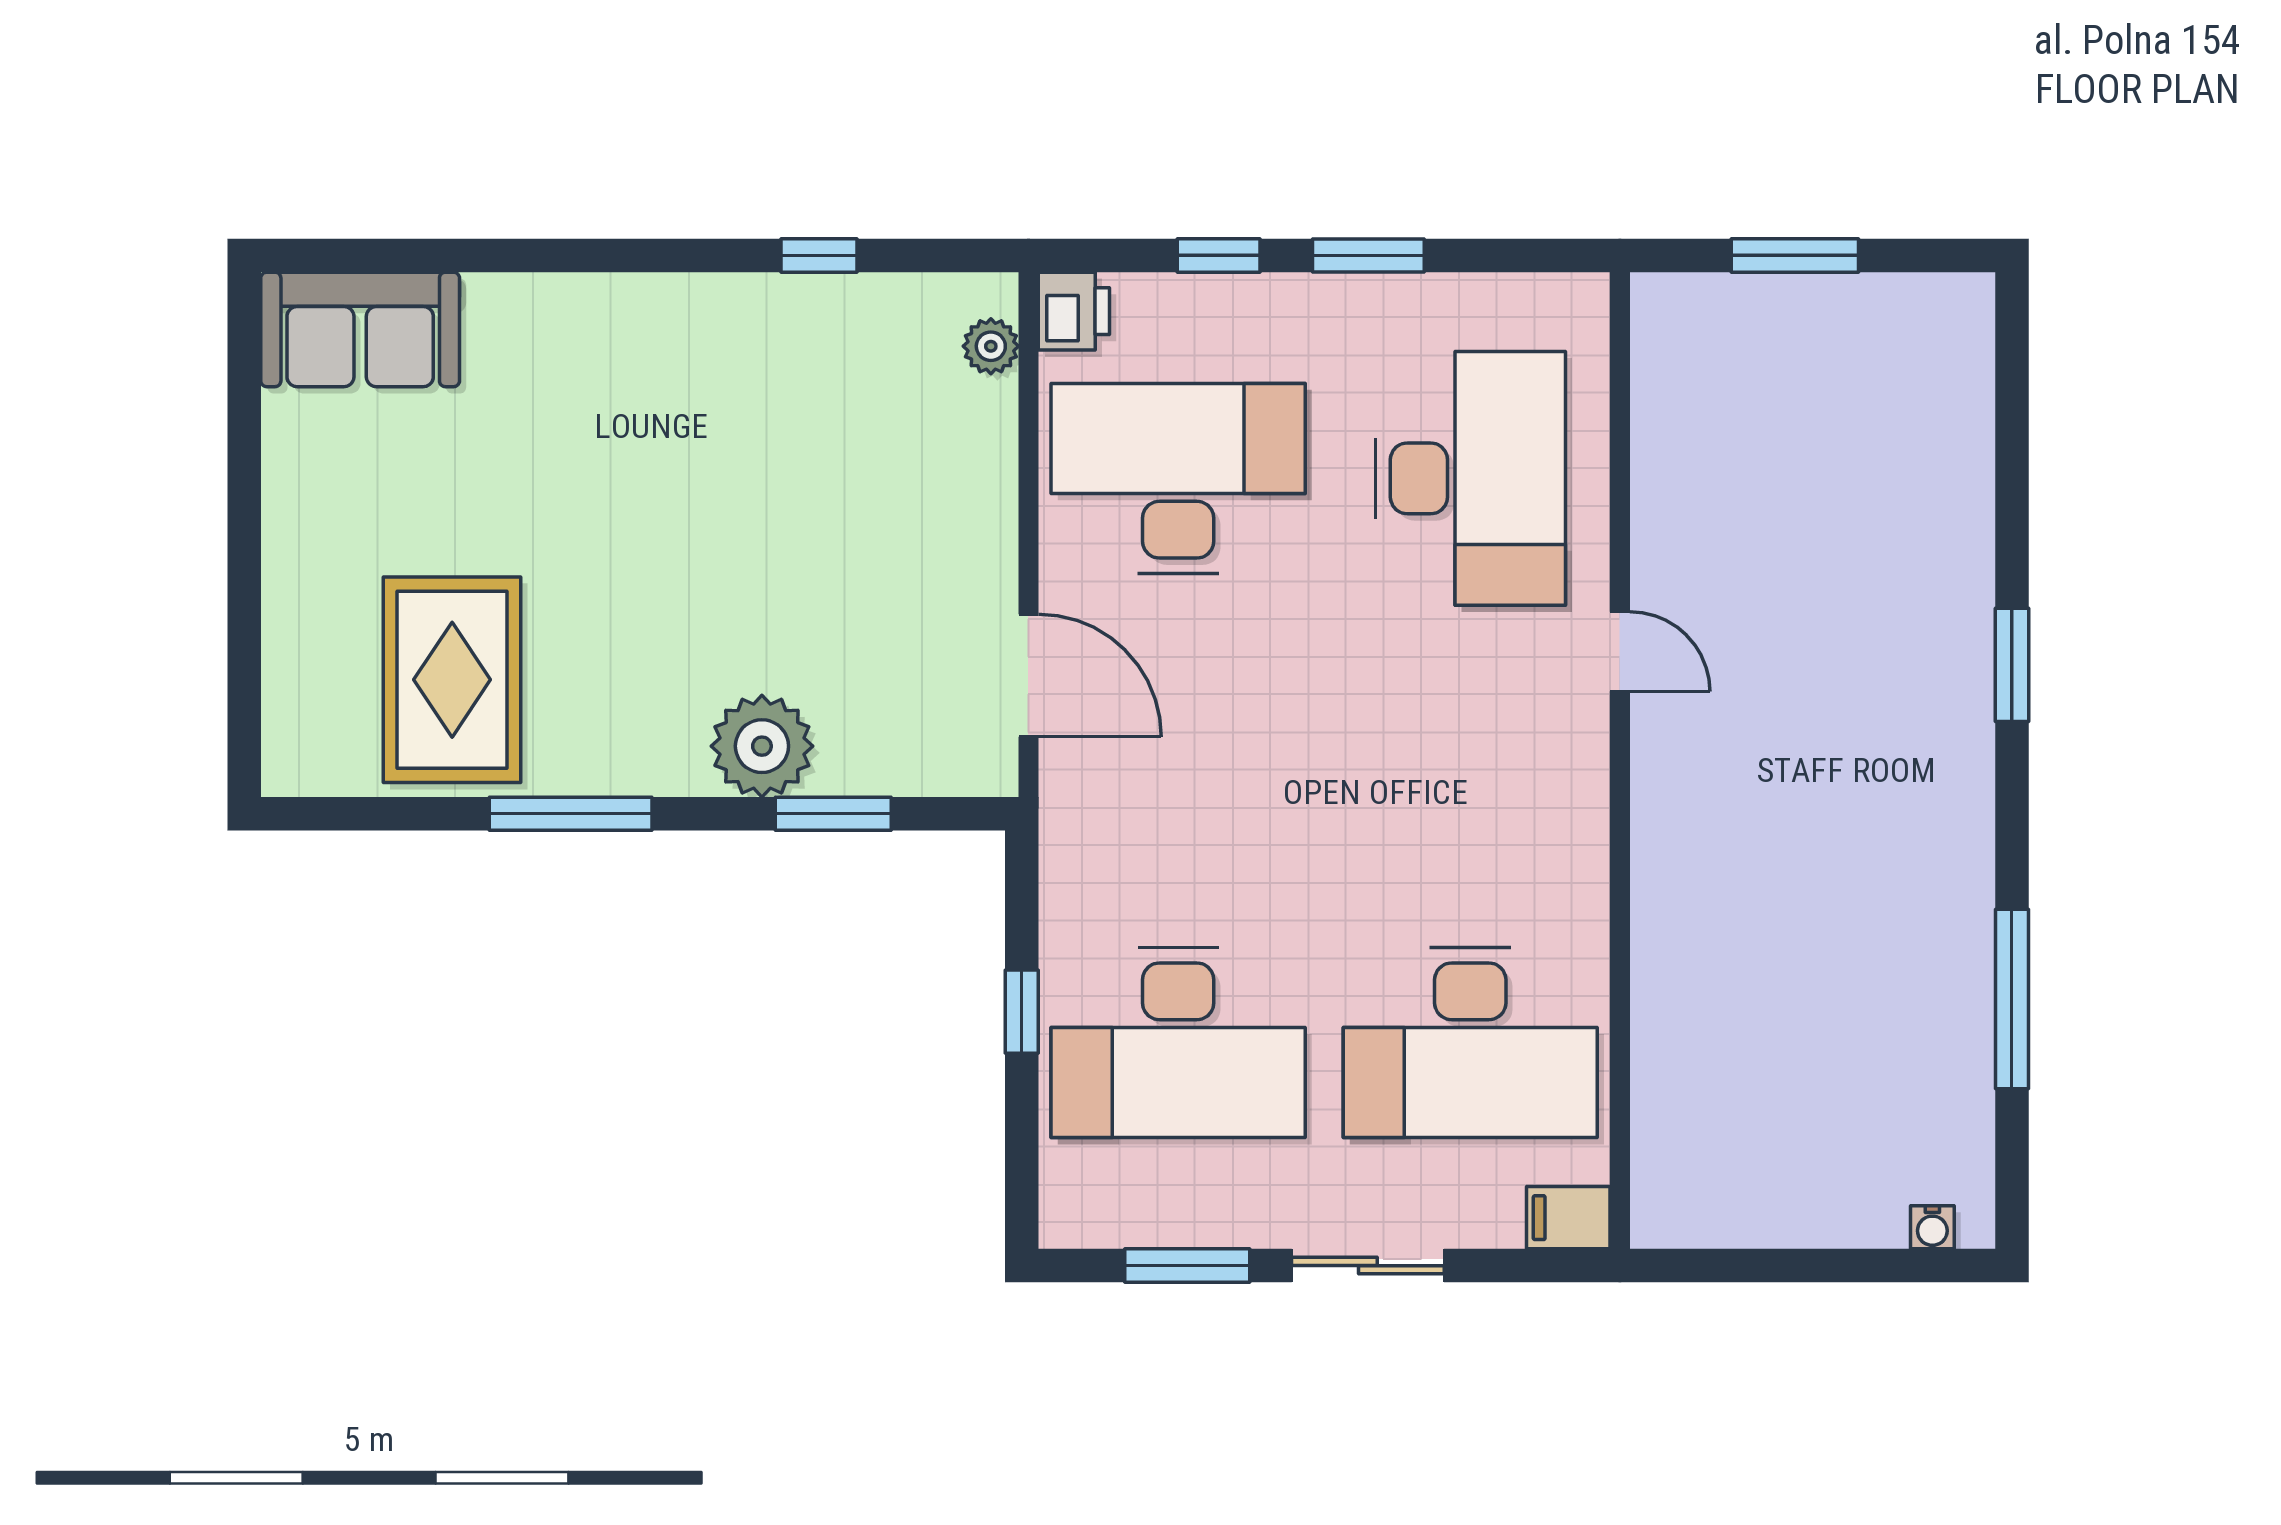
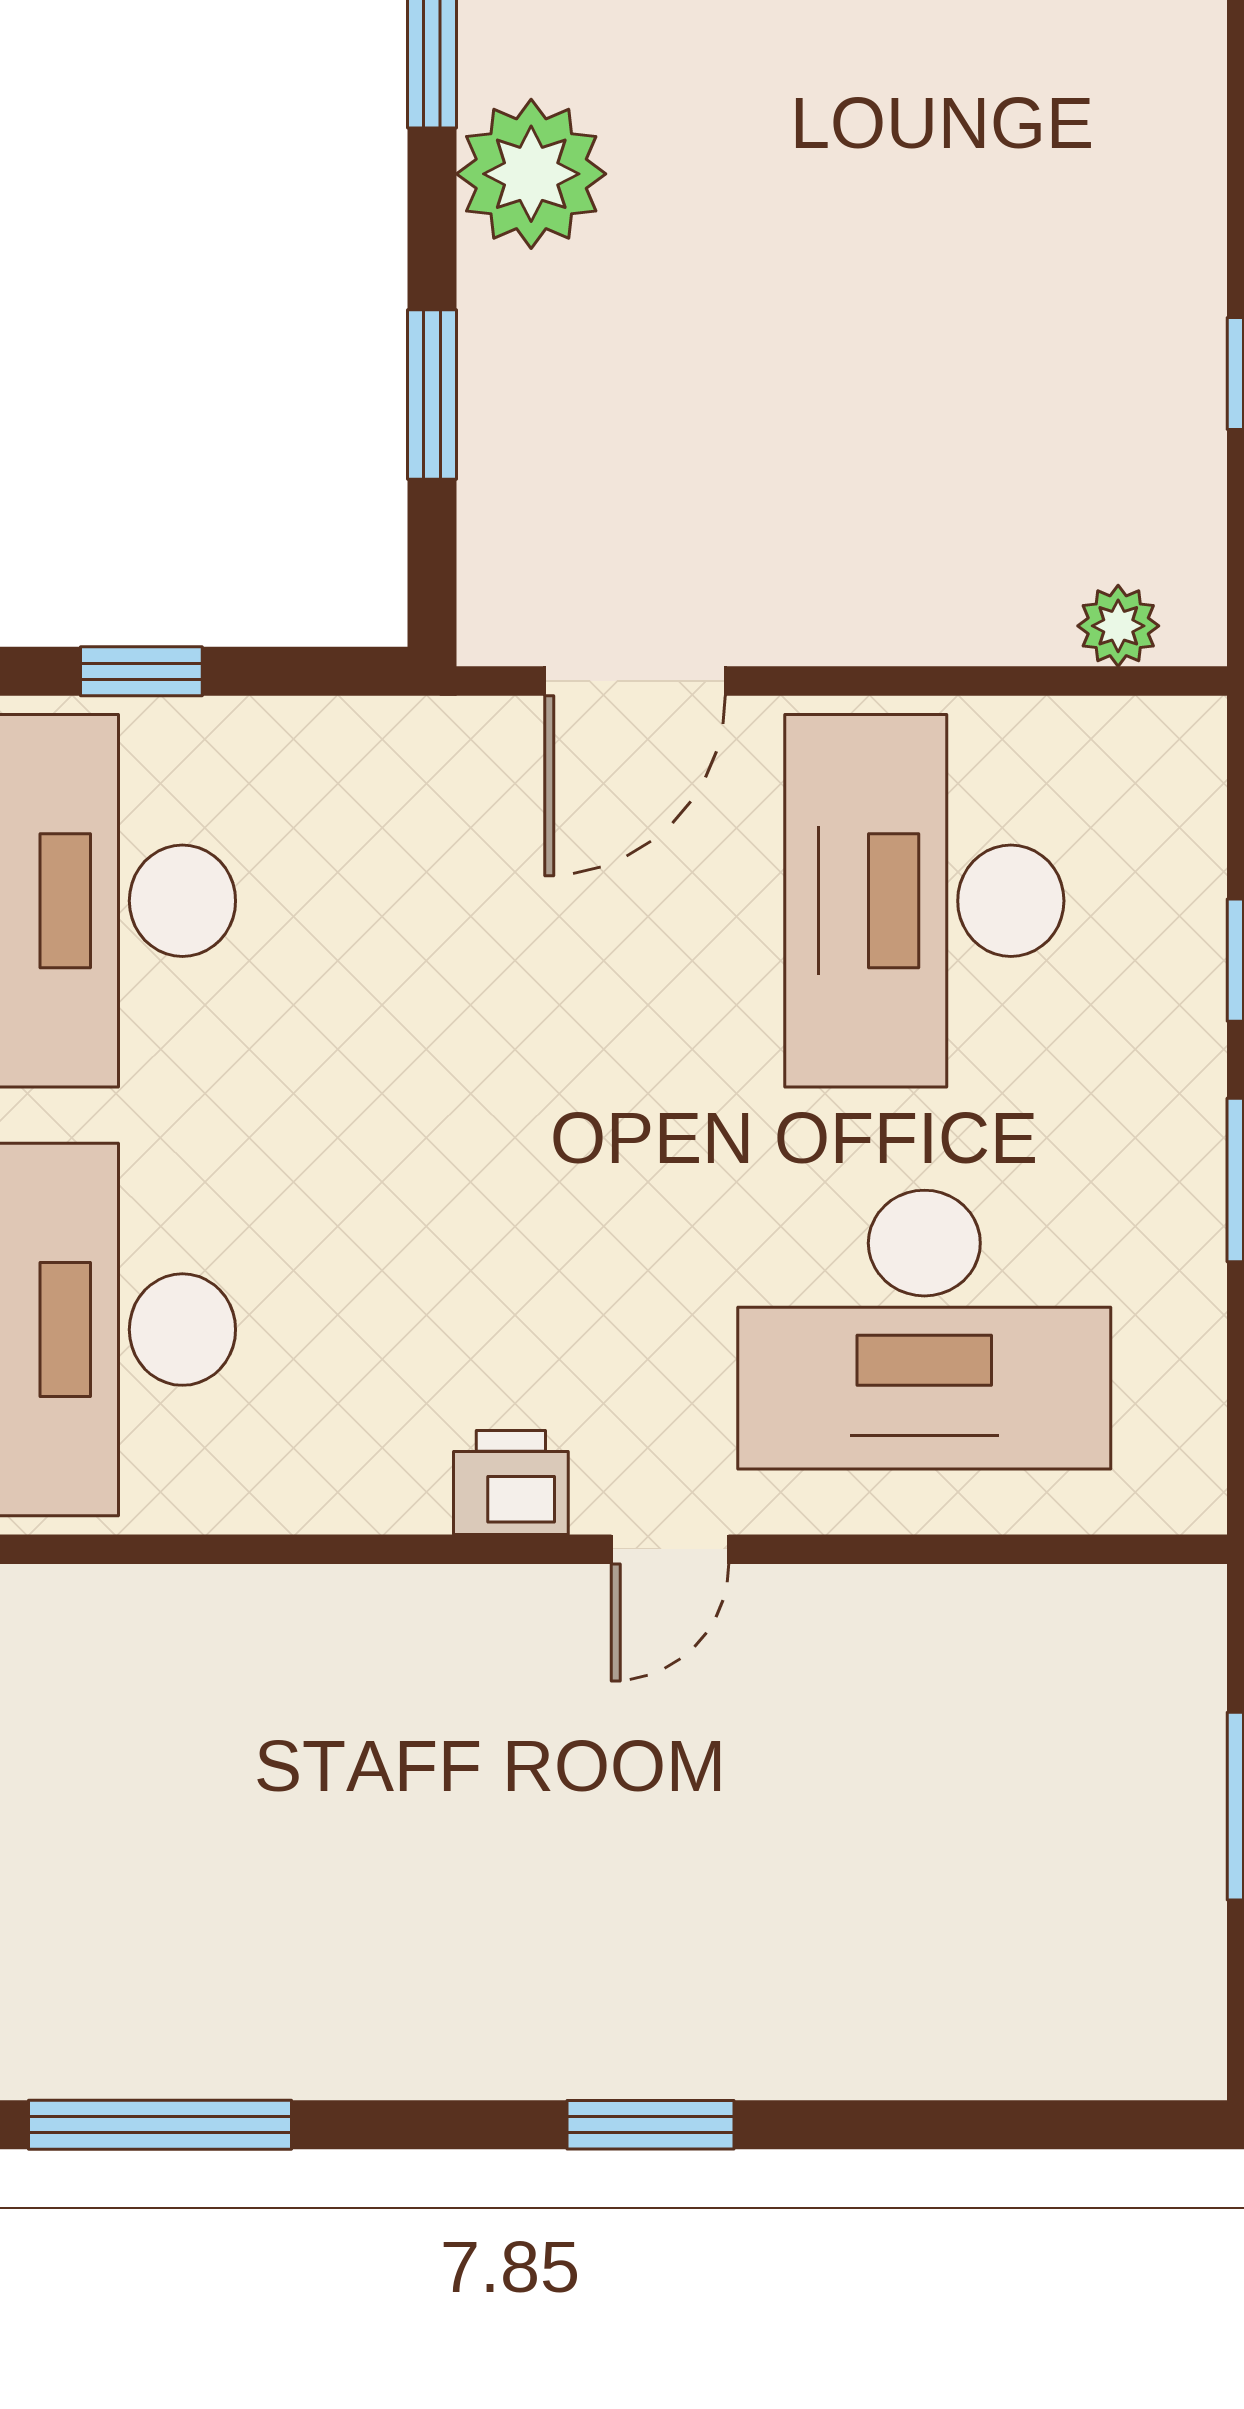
printer: (1074, 311) -> (511, 1483), moved, turned 180
desk: (1178, 478) -> (924, 901), turned 180
plant: (762, 746) -> (531, 174), moved

